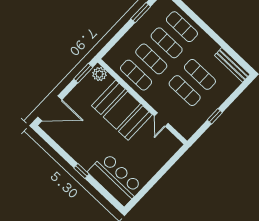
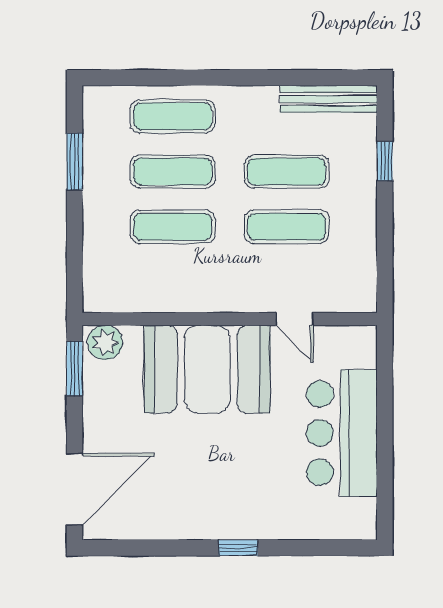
exercise mat: (136, 75) -> (173, 282), removed
window: (215, 116) -> (385, 161), moved
bar counter: (115, 179) -> (342, 433), moved, turned -90

